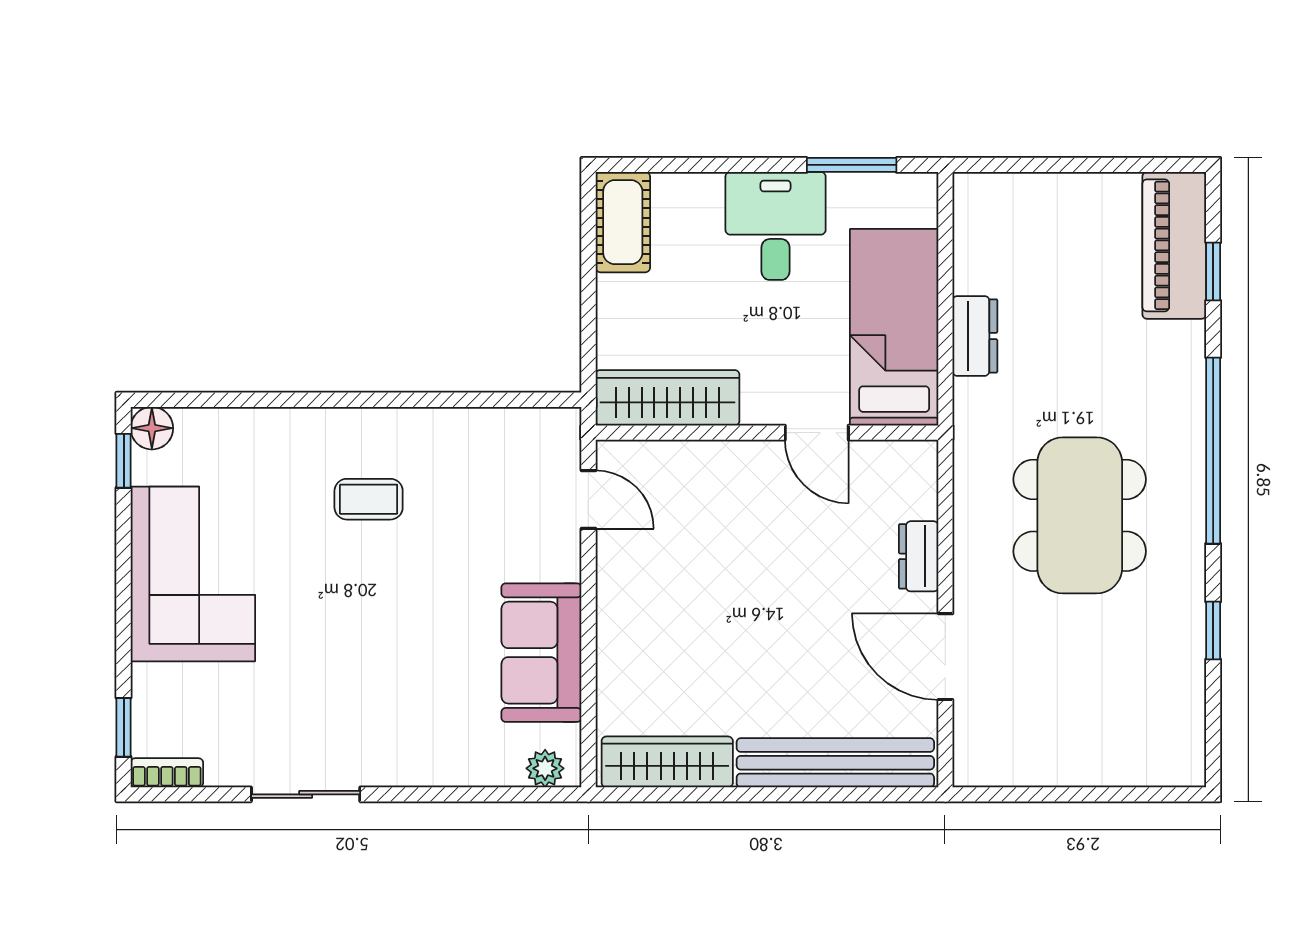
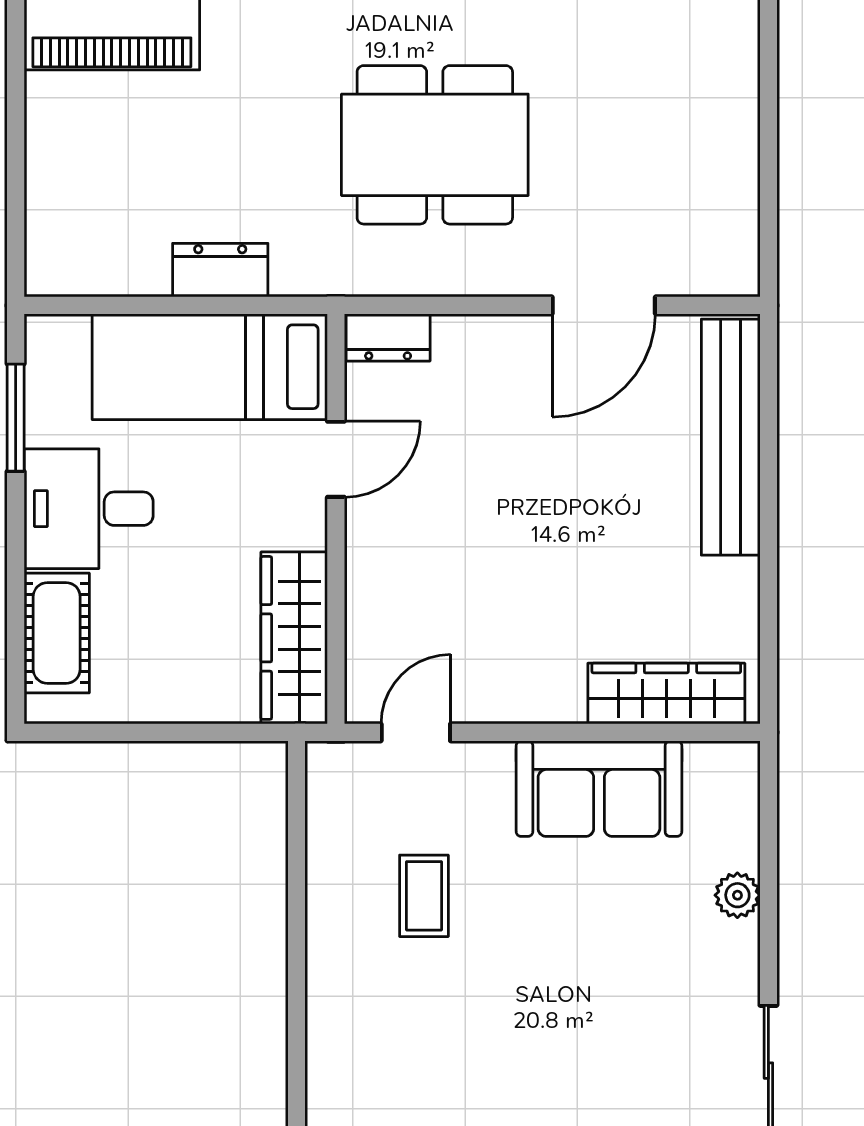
cot: (623, 222) -> (57, 633), moved, turned 90
coffee table: (369, 499) -> (424, 896), moved
dresser: (919, 556) -> (388, 337), moved
wardrobe: (667, 762) -> (666, 694), moved, turned 90
plant: (545, 768) -> (737, 895), moved

